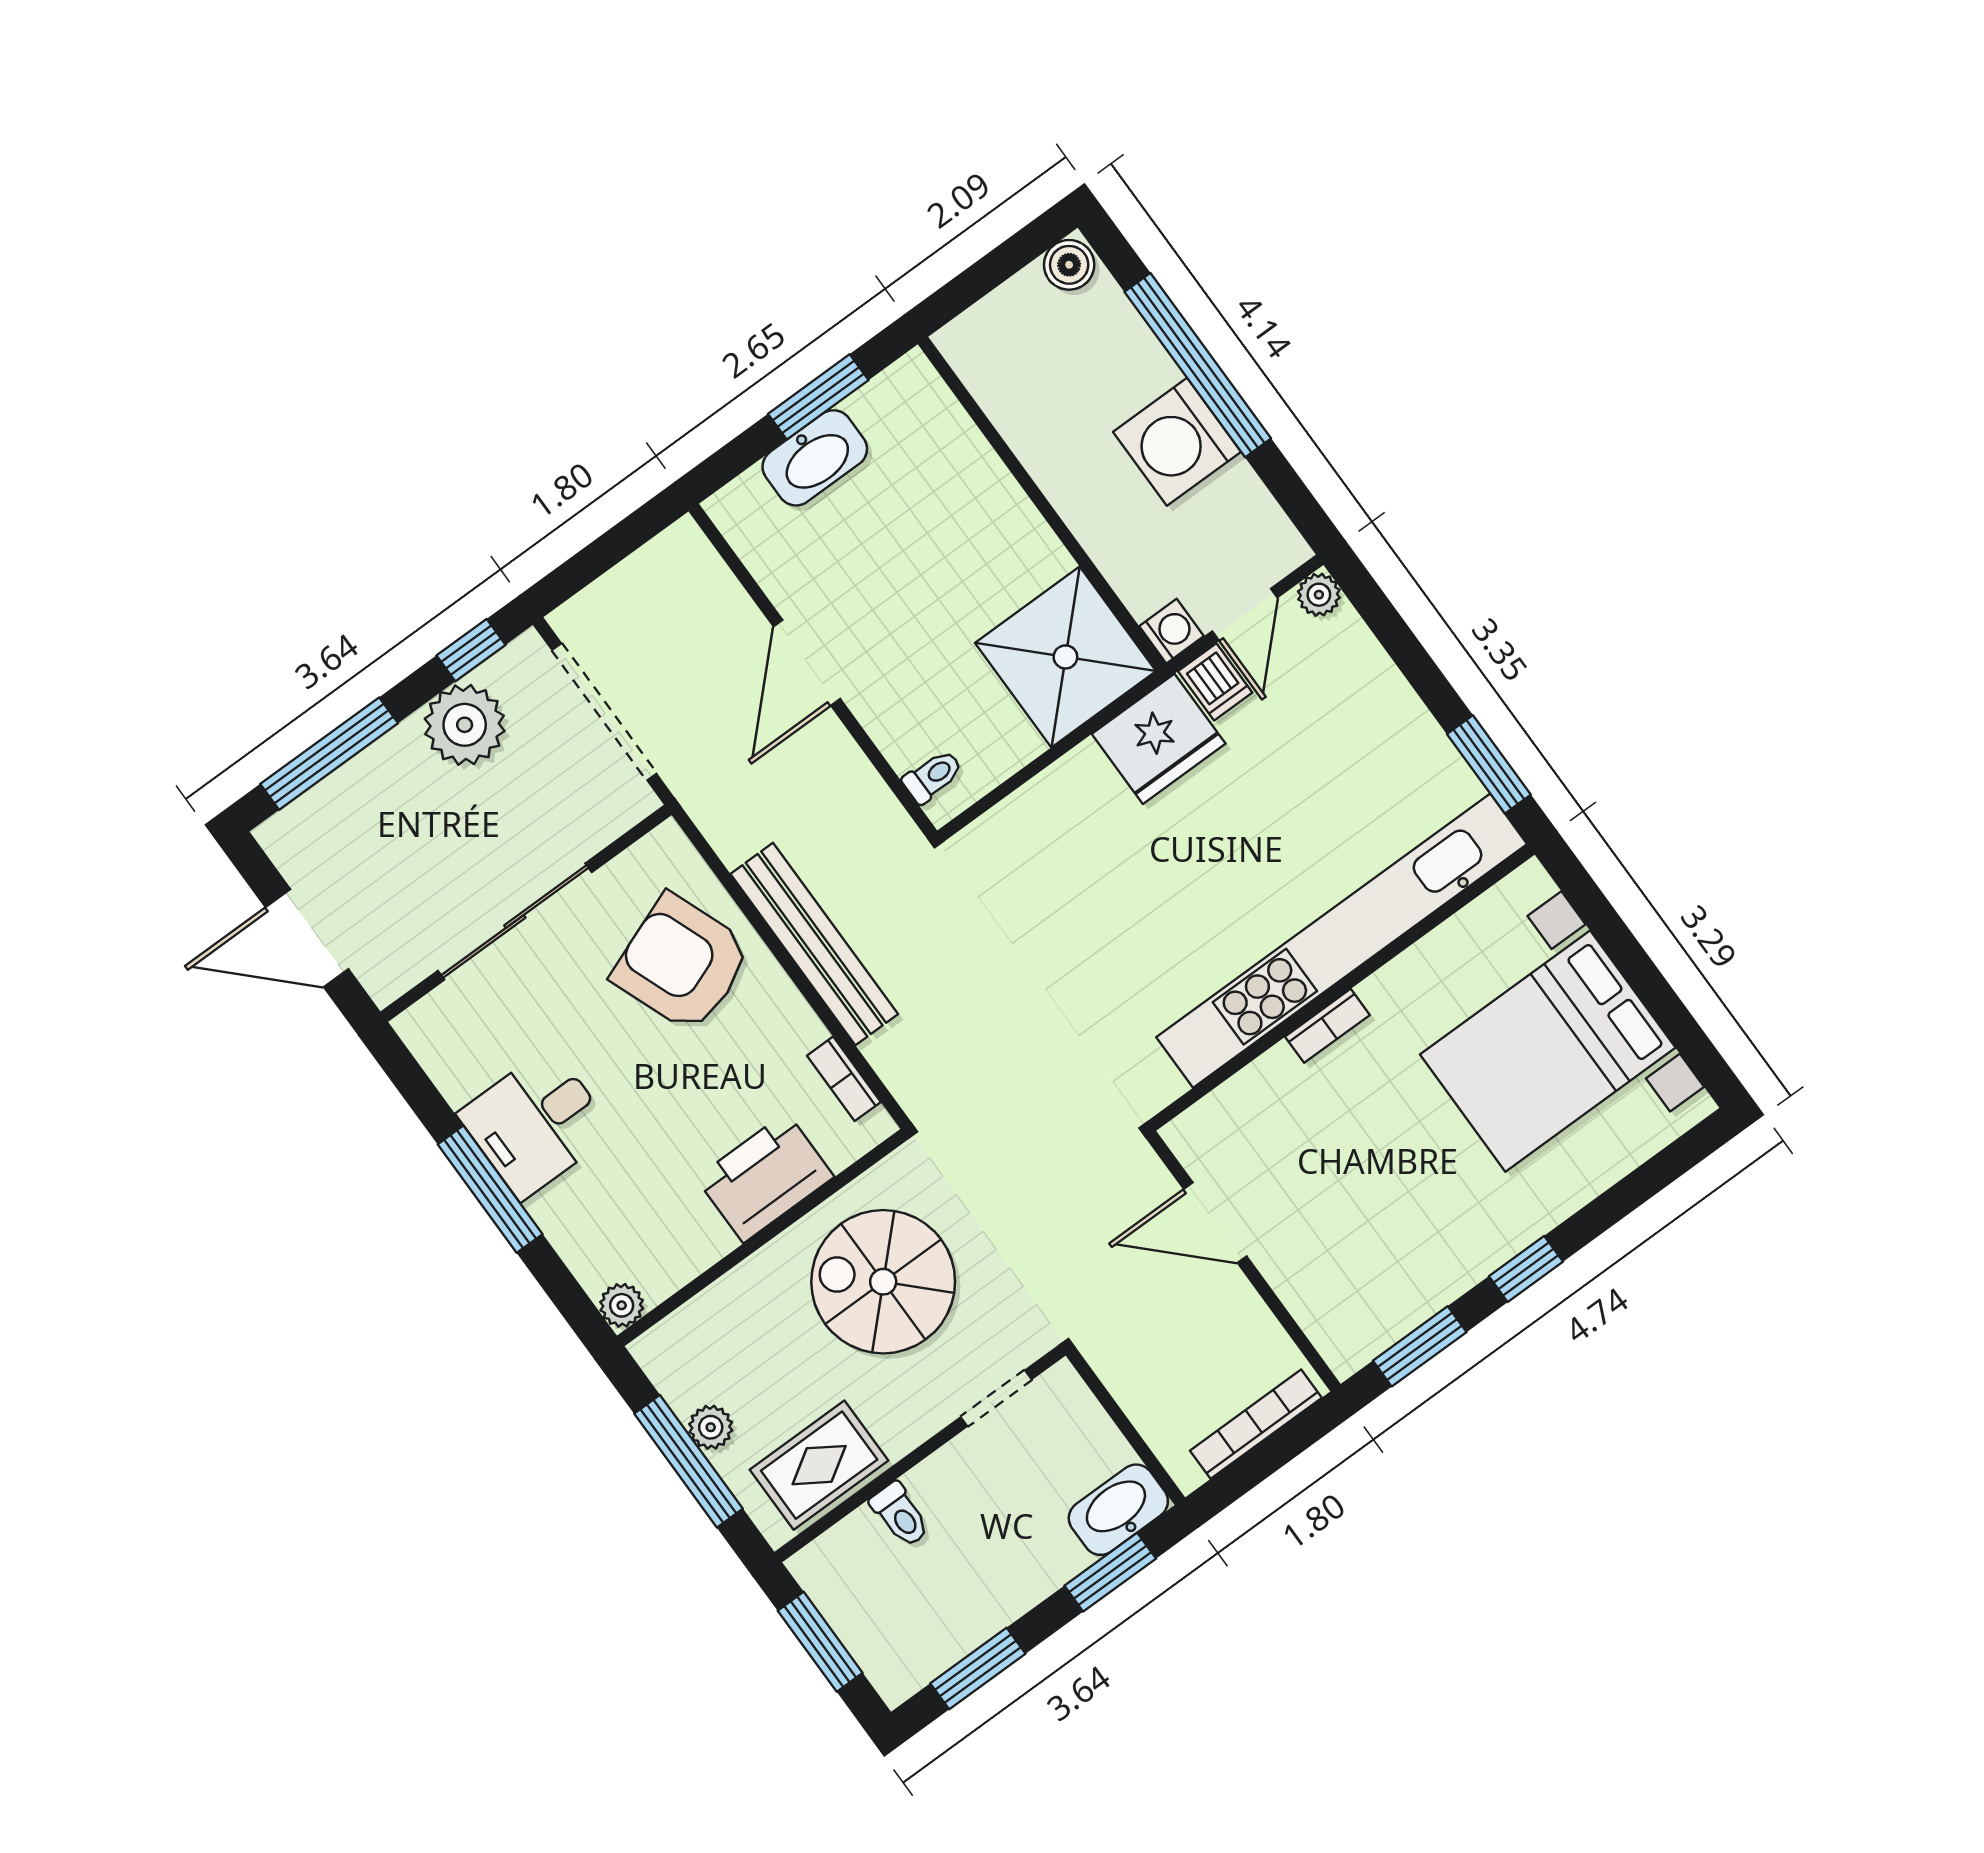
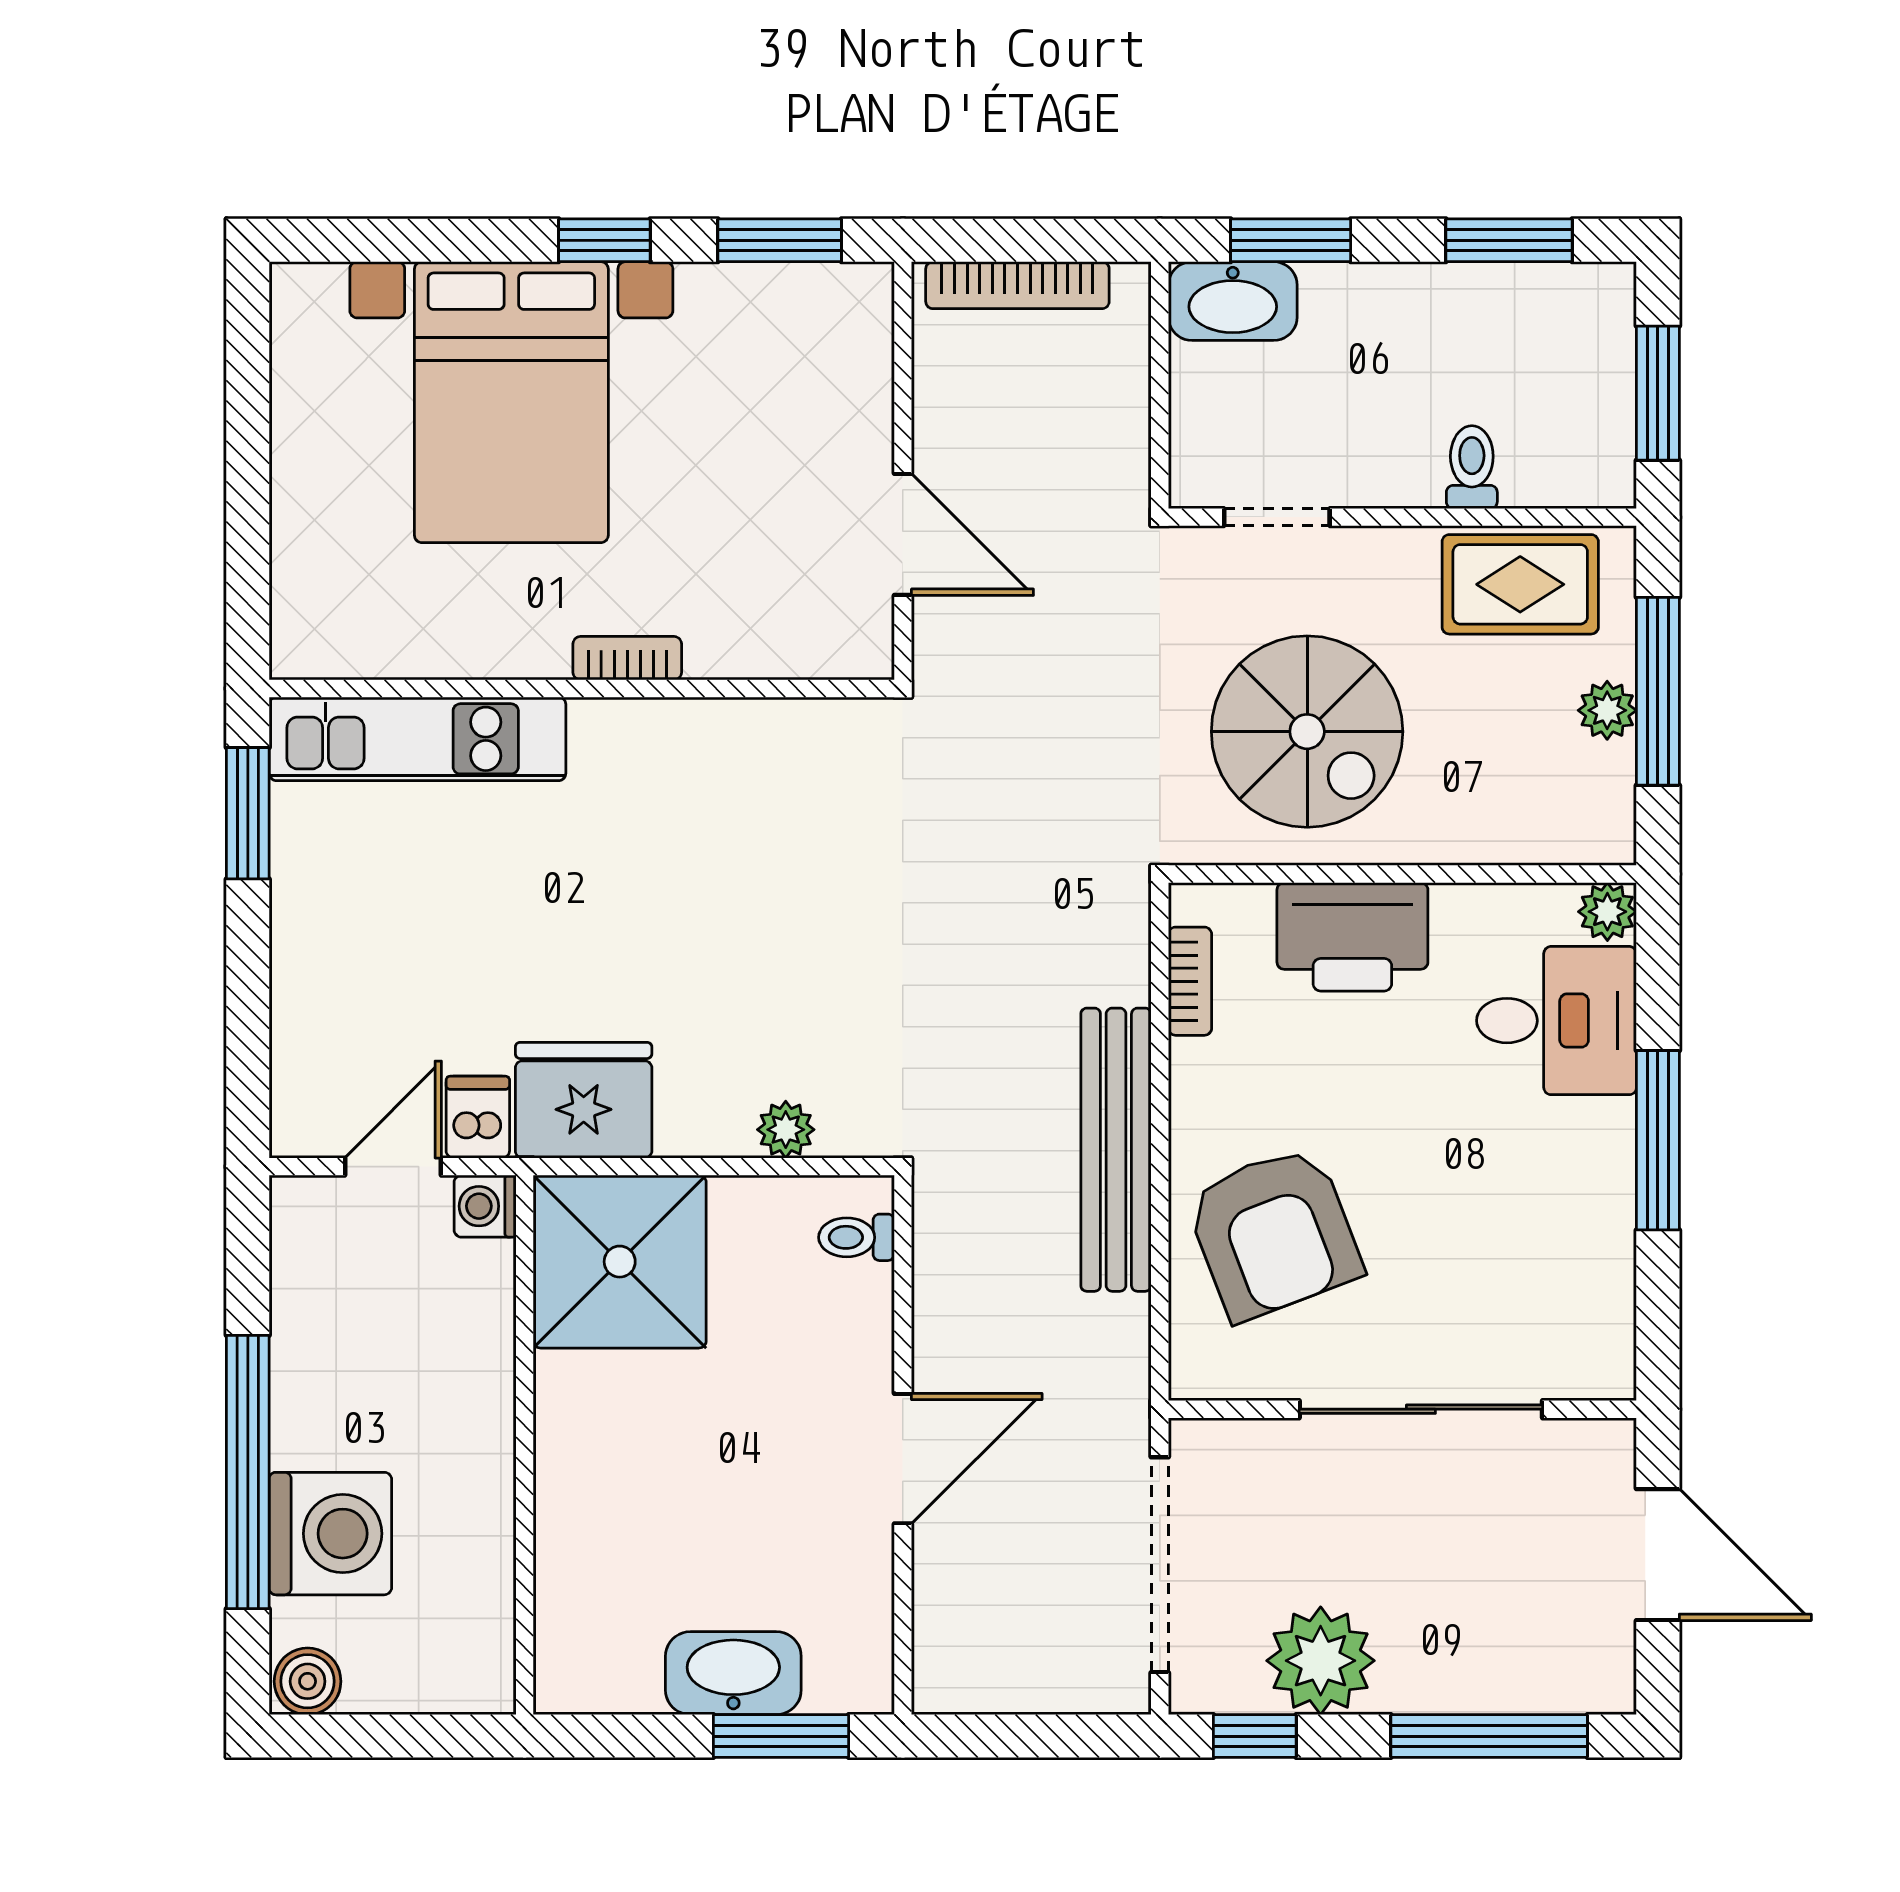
window: (818, 397) -> (781, 1736), moved
washing machine: (1177, 442) -> (330, 1534), moved
plant: (1319, 595) -> (786, 1130), moved
kitchen unit: (1342, 941) -> (417, 739), width x0.54
bed with nightstands: (1548, 1051) -> (511, 402), moved, turned 90
desk: (536, 1123) -> (1557, 1021), moved

